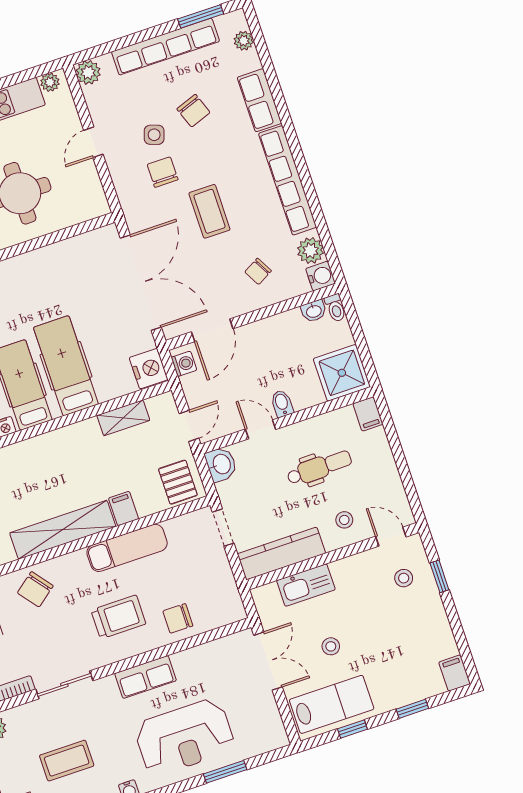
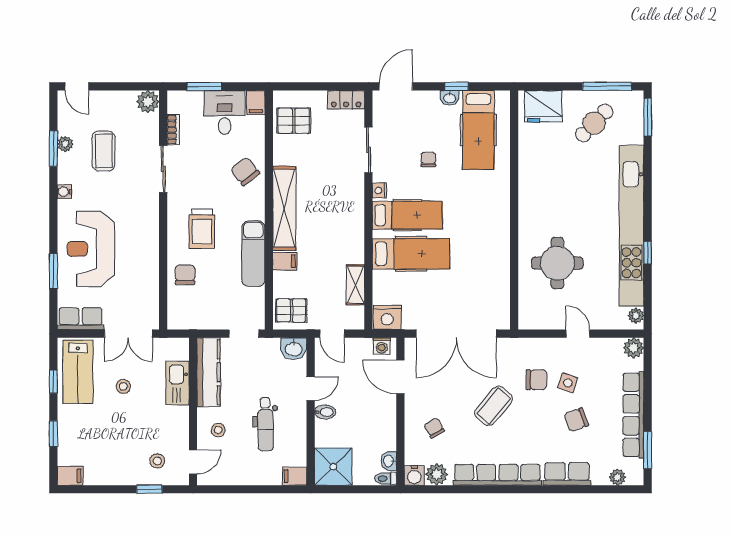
coffee table: (209, 211) -> (494, 406), turned -50
row of seats: (146, 677) -> (81, 319), moved, turned 90

